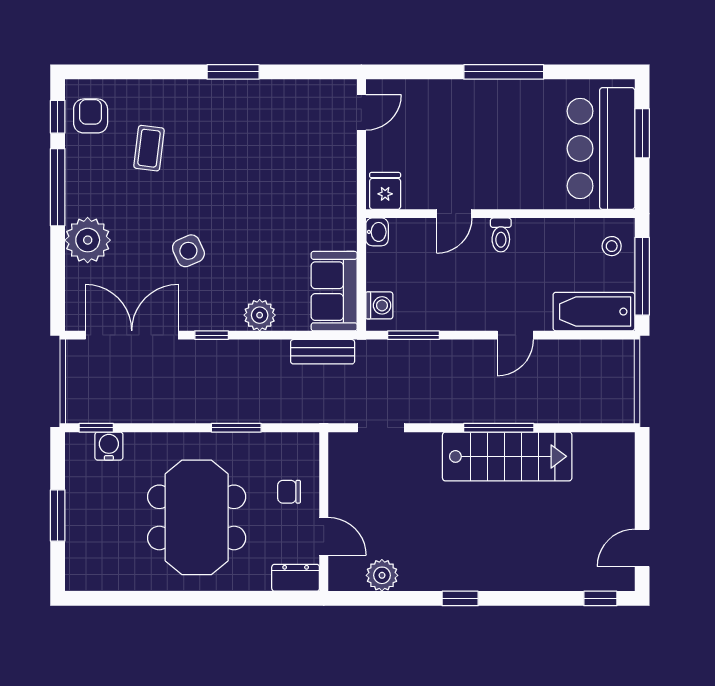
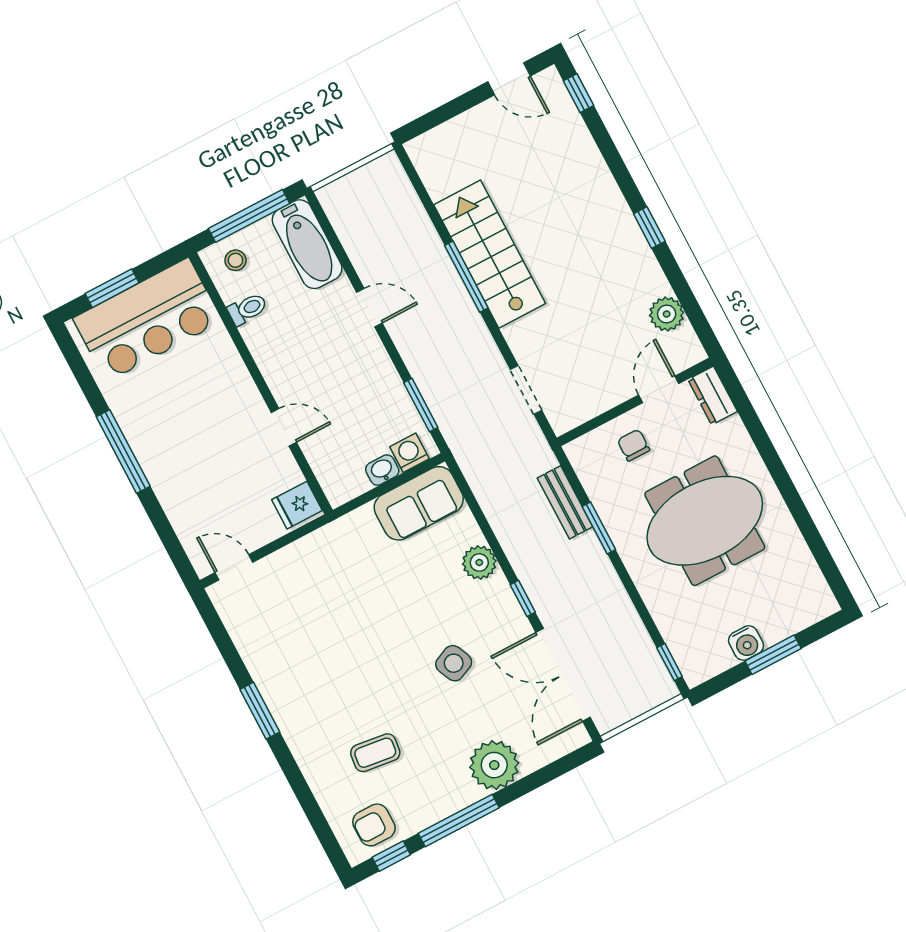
washbasin: (377, 232) -> (382, 470), moved
toilet: (501, 235) -> (247, 309), moved
bench: (323, 352) -> (565, 502), moved
water cooler: (109, 446) -> (746, 643), moved, turned -90
chair: (289, 492) -> (634, 445), turned 180

